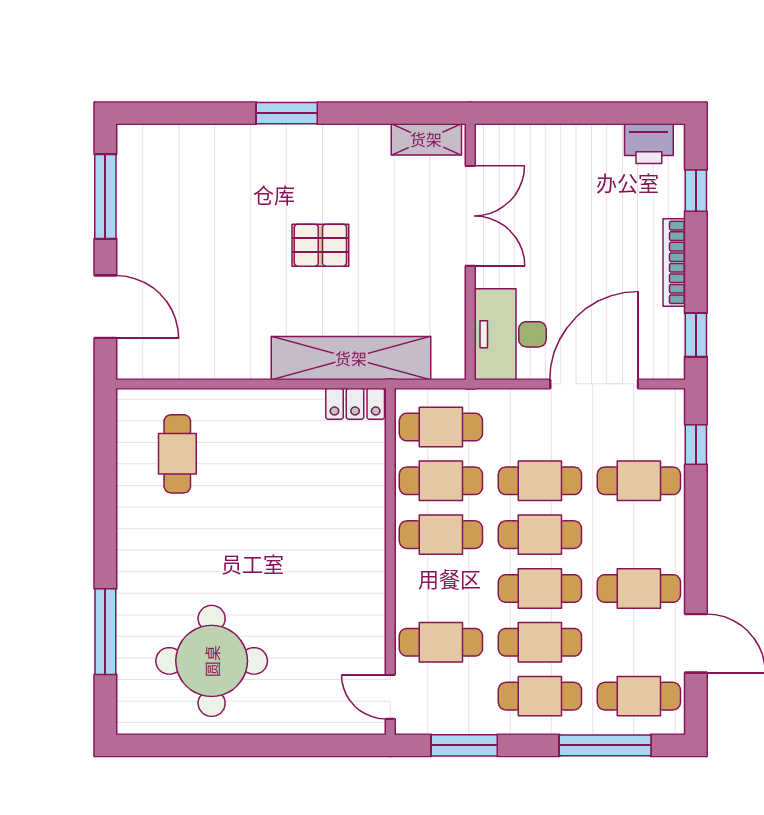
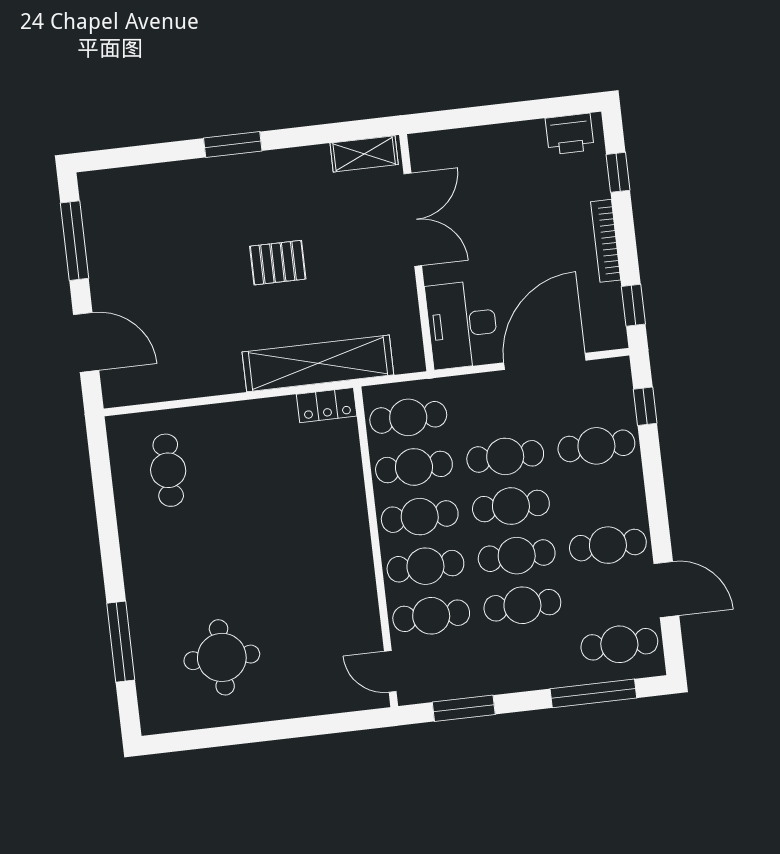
round table: (212, 661) -> (222, 657), width x0.73, depth x0.73
cafe table: (540, 696) -> (425, 566), moved

